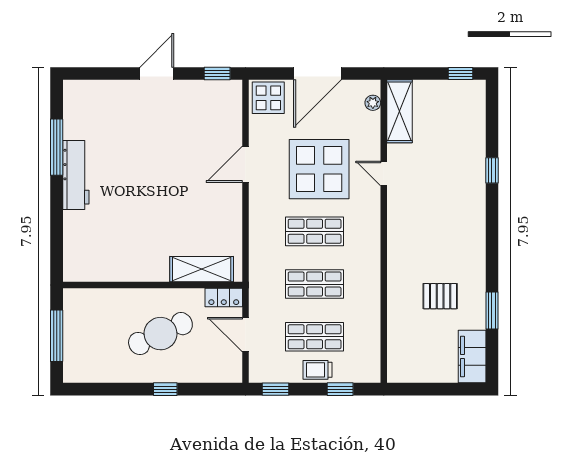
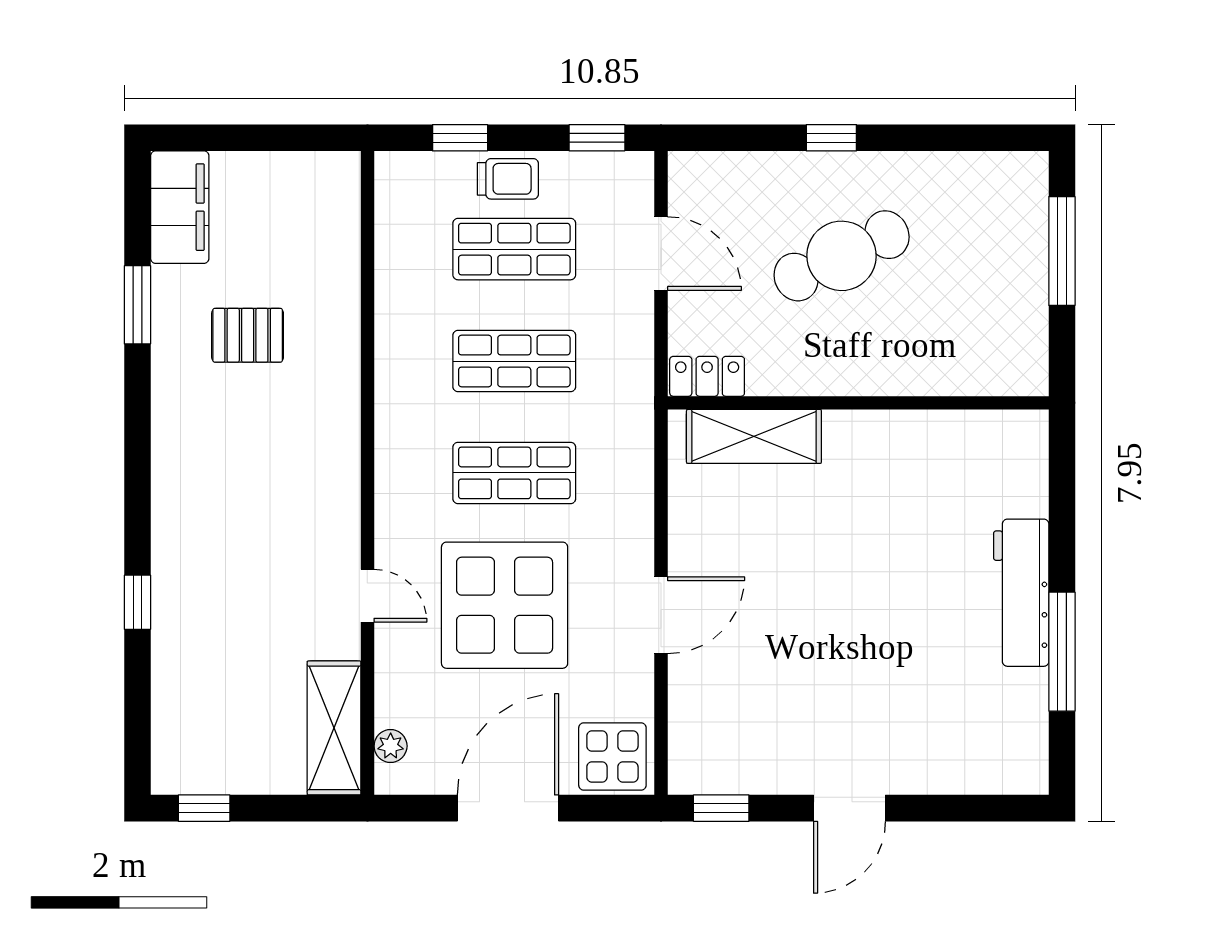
shelving: (202, 269) -> (754, 436), moved
wall: (153, 285) -> (858, 403), moved
locker: (224, 297) -> (707, 376), moved

